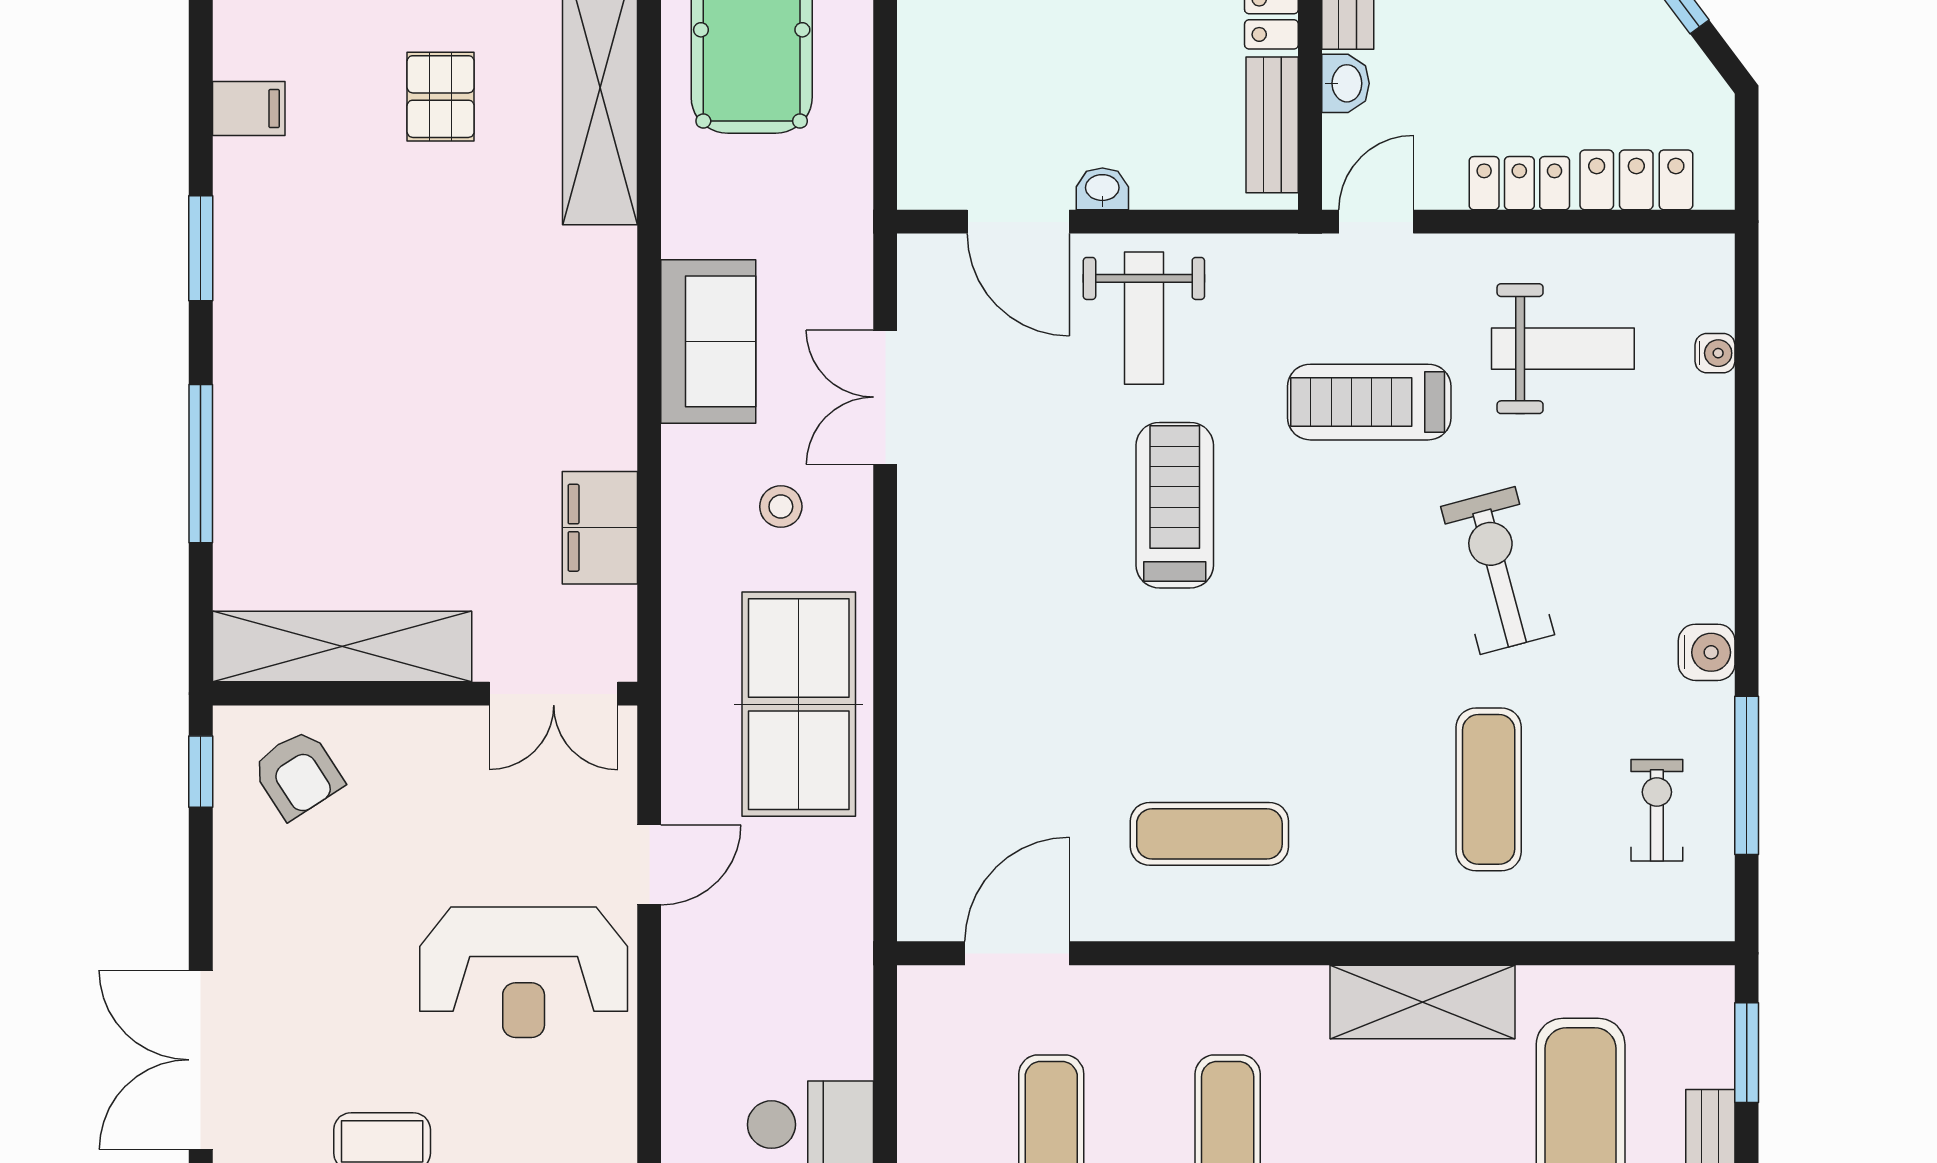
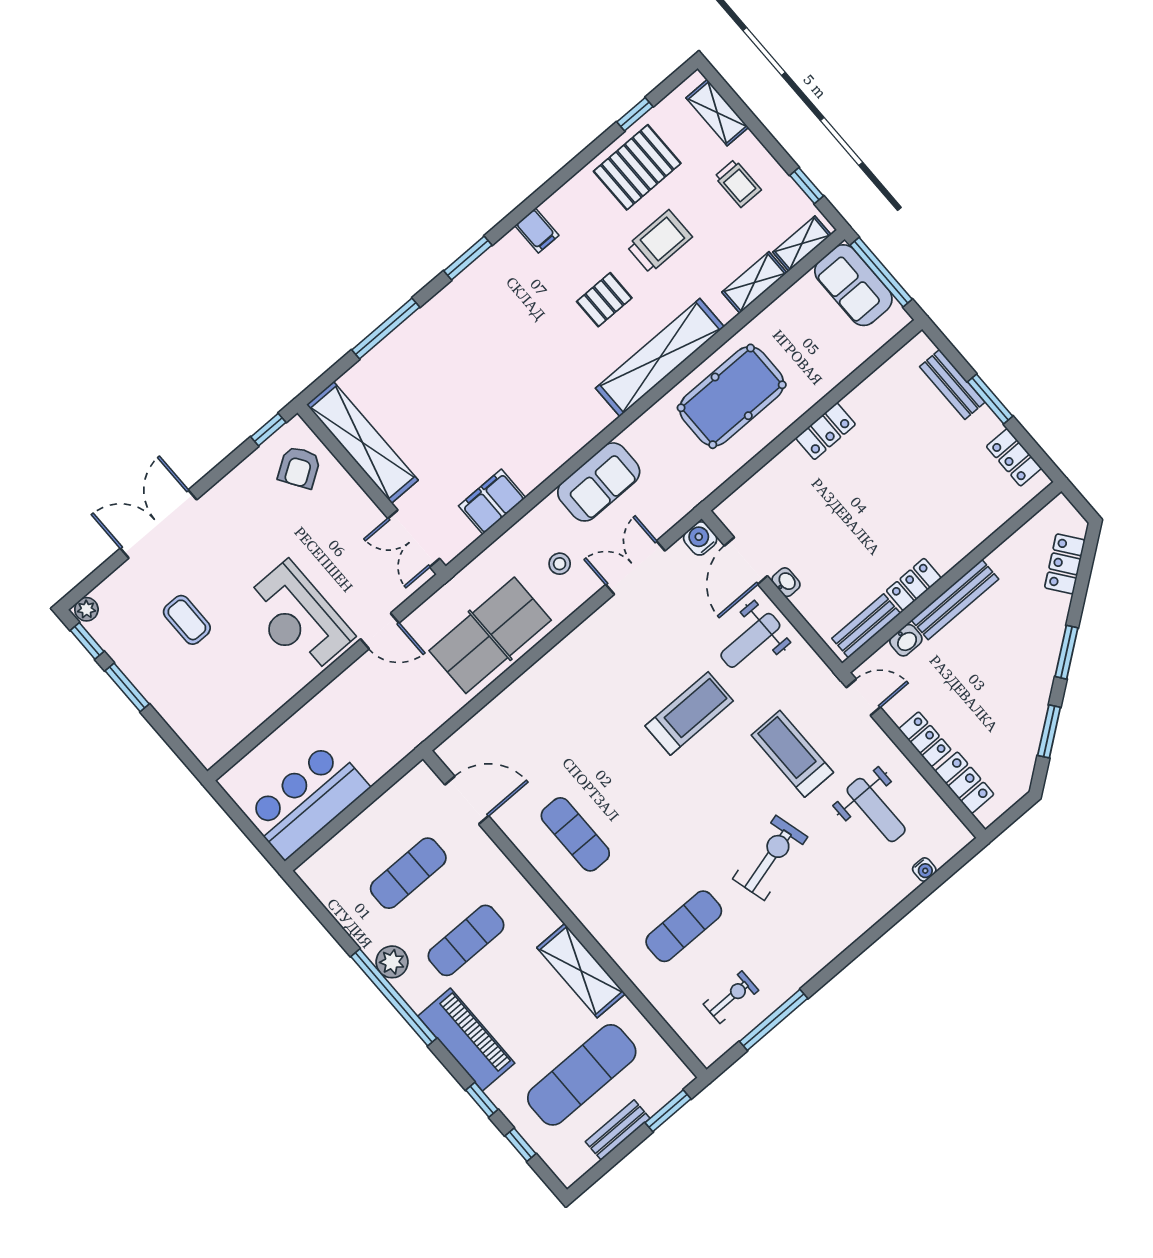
water cooler: (1707, 652) -> (700, 538), moved, turned 180

